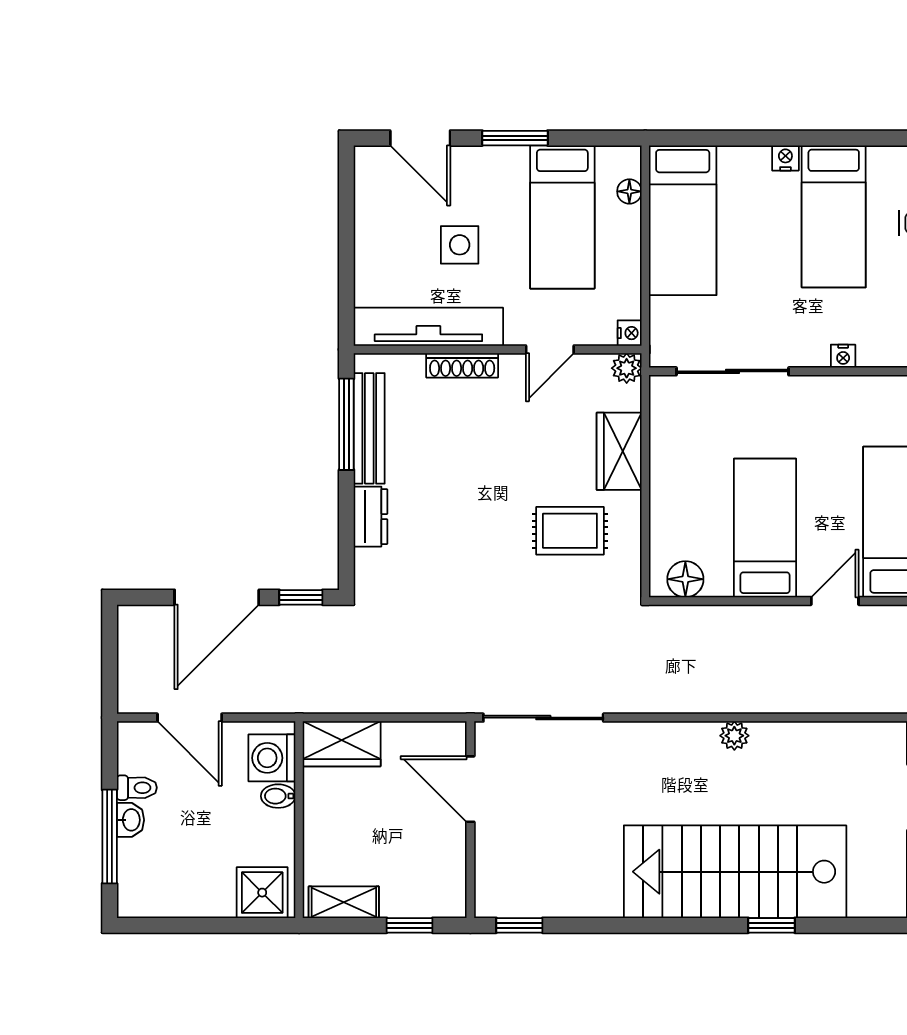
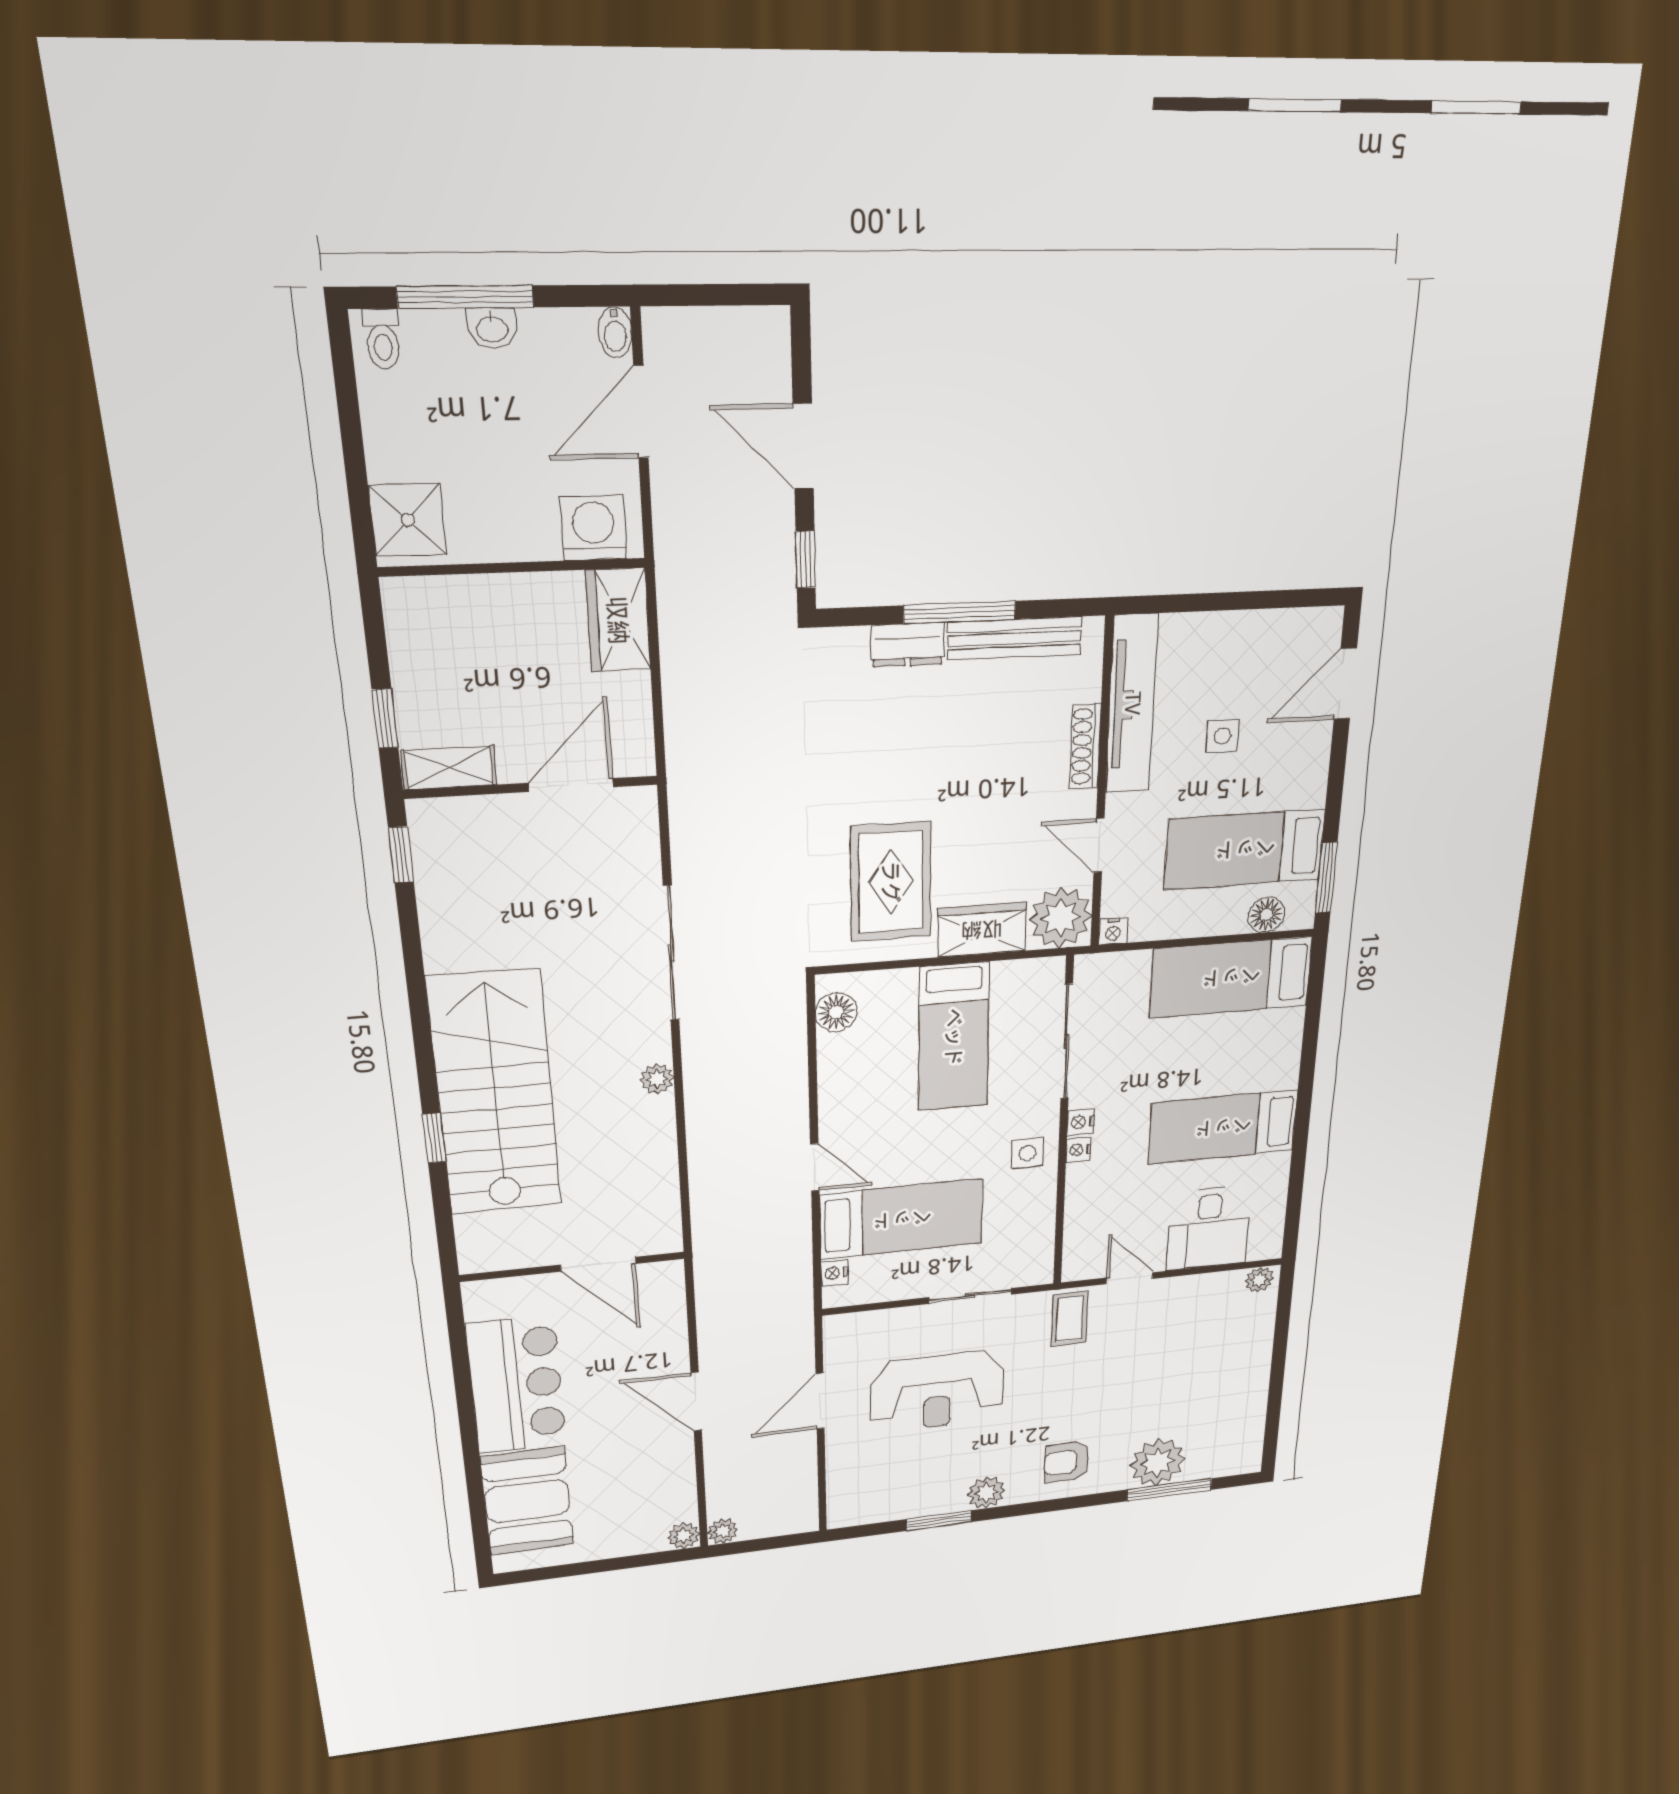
window: (515, 138) -> (1326, 878), moved
nightstand: (785, 158) -> (1081, 1122), moved, turned 180
floor lamp: (629, 191) -> (1266, 915), width x1.37, depth x1.37
side table: (460, 245) -> (1222, 736), width x0.73, depth x0.73
plant: (627, 368) -> (1060, 918), width x1.88, depth x1.88
side table: (841, 404) -> (1027, 1153), added
window: (346, 424) -> (960, 612), moved
bed: (765, 528) -> (954, 1037), moved, turned 90
rug: (570, 531) -> (891, 882), width x1.36, depth x1.43
door: (217, 597) -> (803, 446), width x0.73
sliding door: (543, 718) -> (671, 954), moved
toilet: (137, 788) -> (382, 339), moved
bidet: (278, 796) -> (615, 332), moved, turned 180
shelving: (344, 902) -> (449, 768), moved, turned 90

